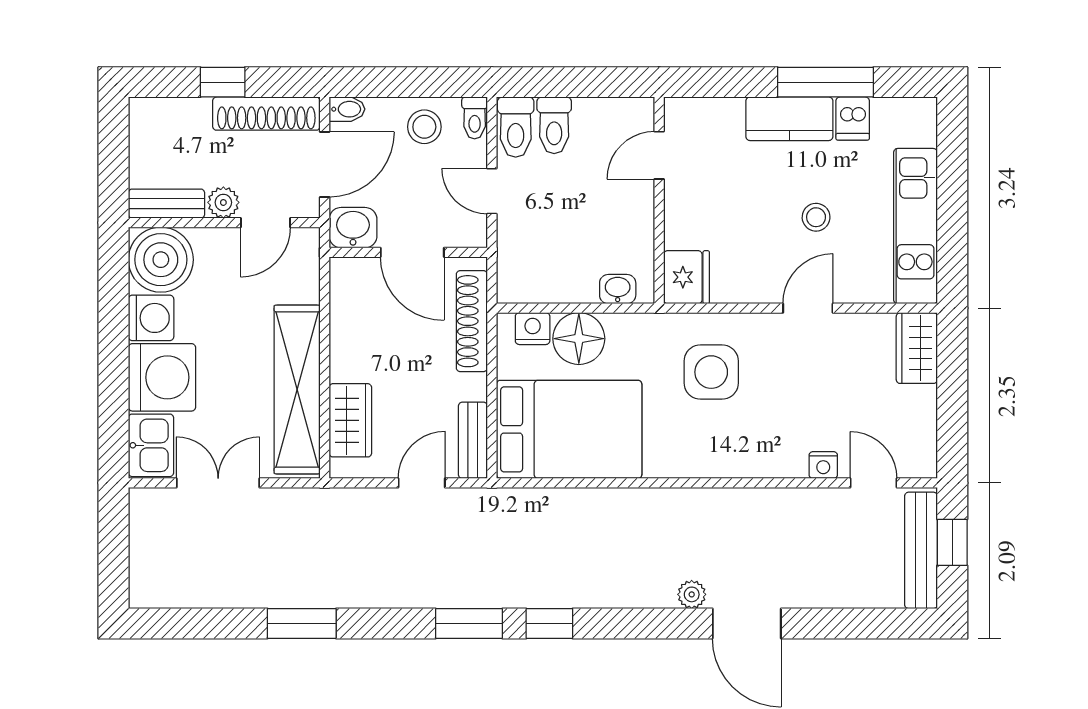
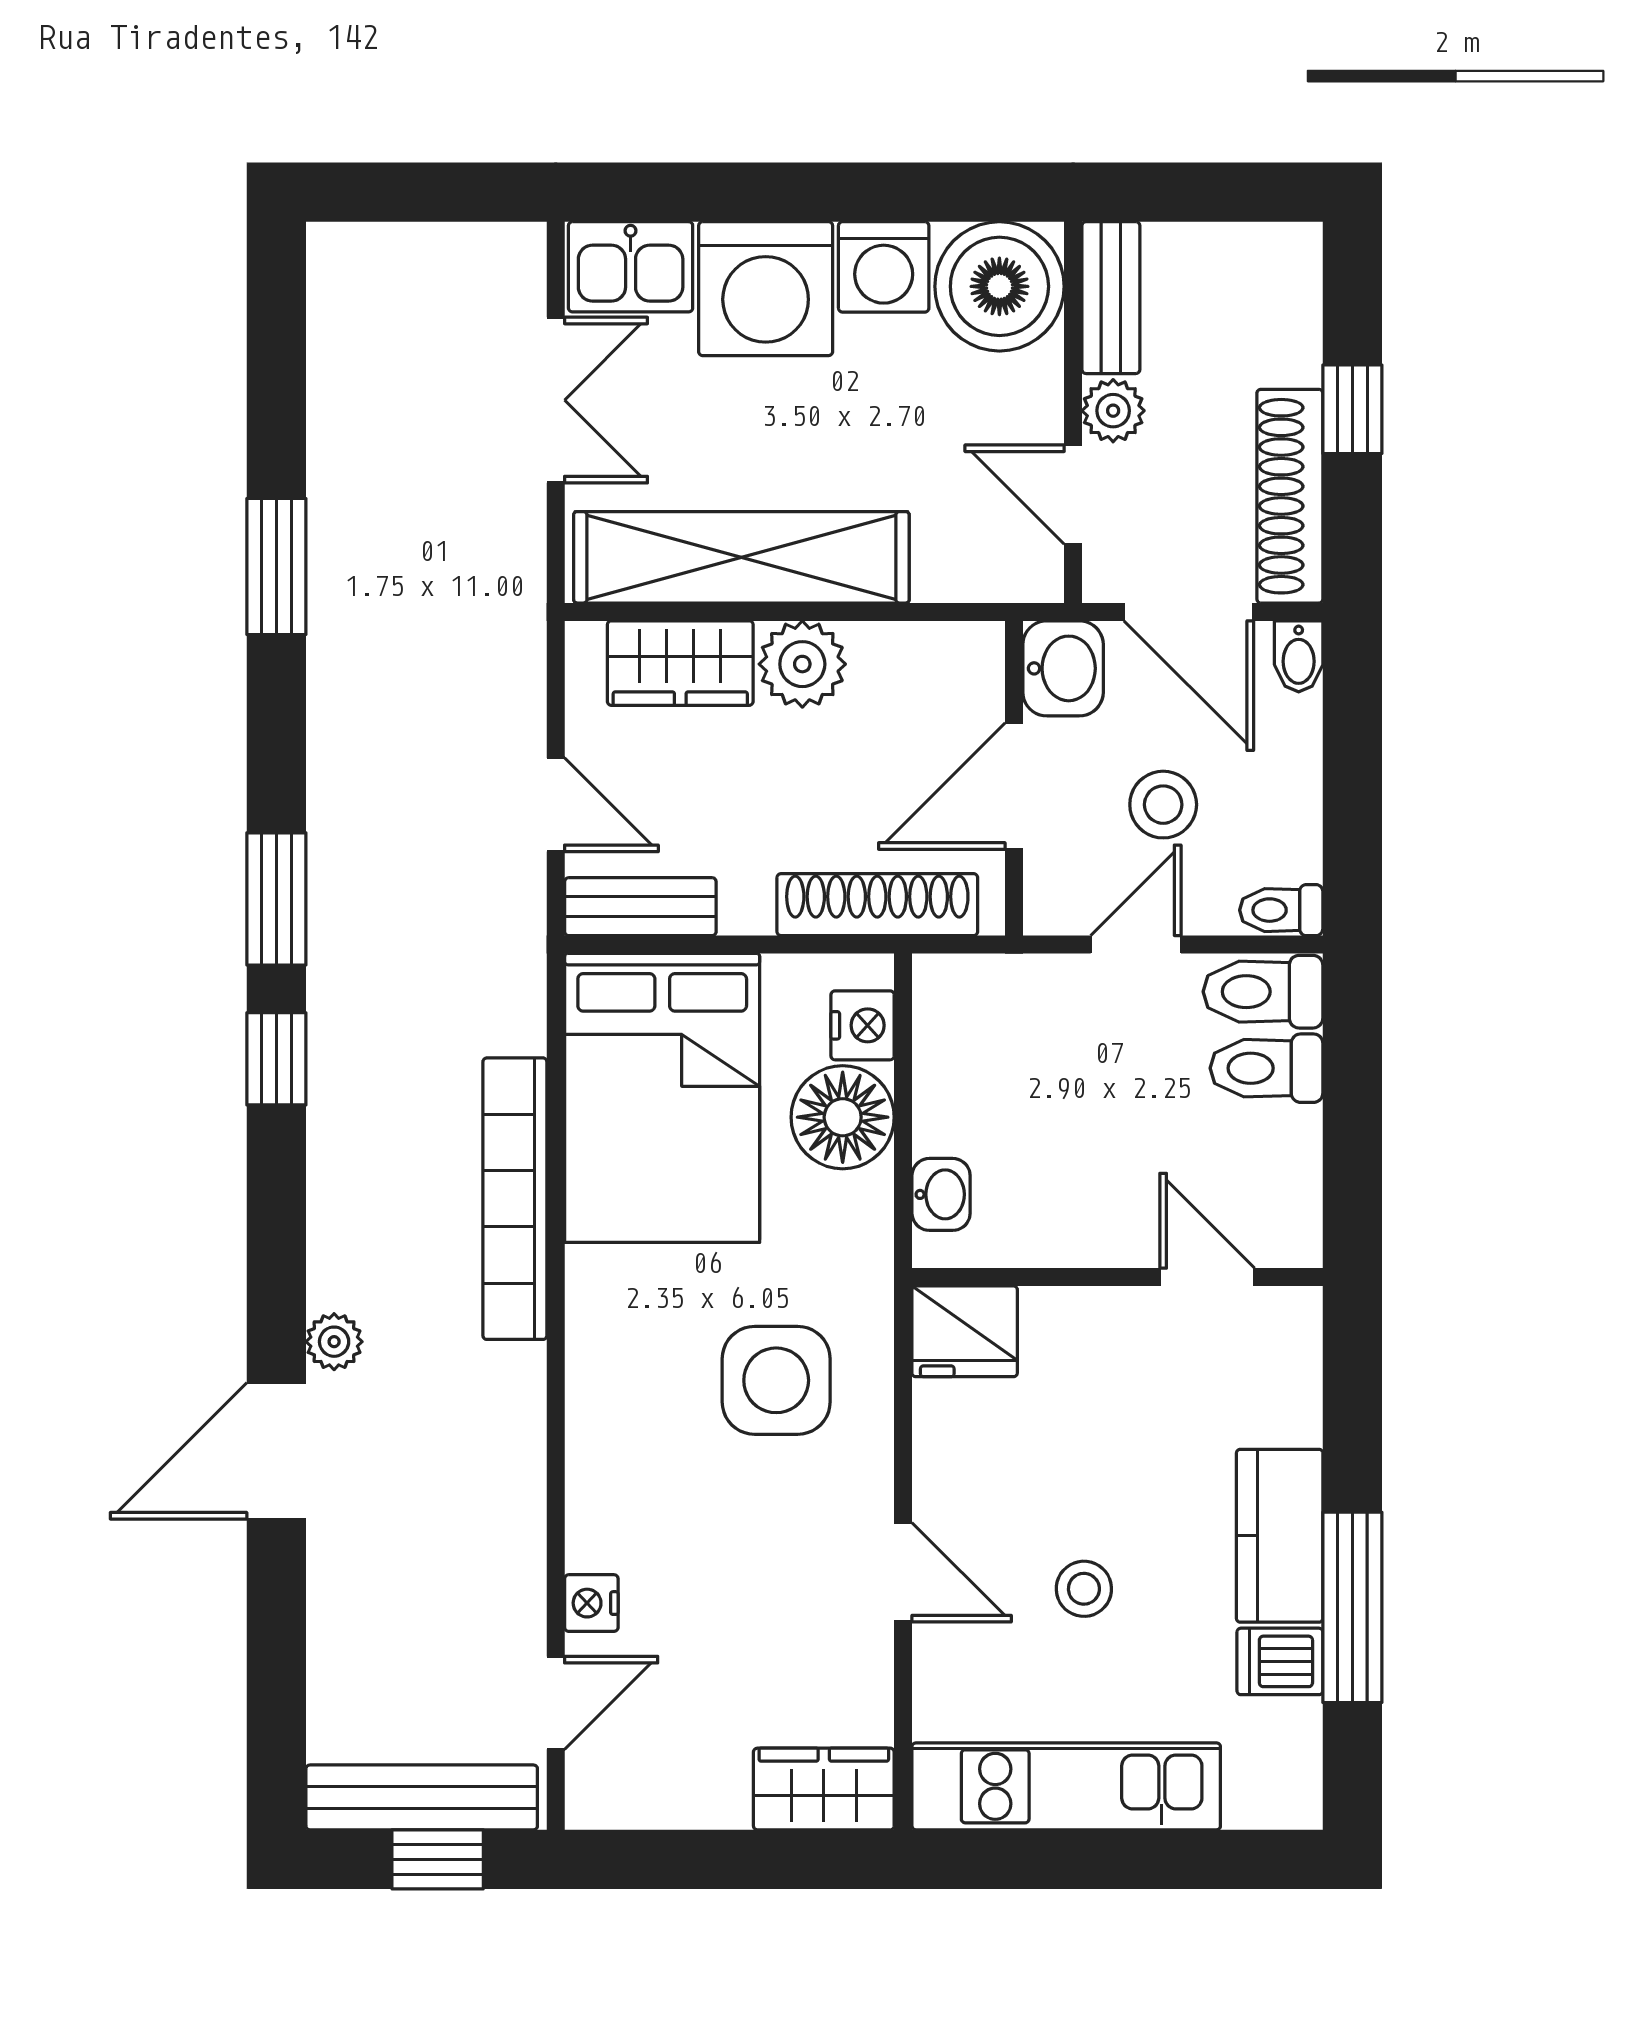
stool: (424, 127) -> (1163, 805), moved
plant: (351, 359) -> (802, 664), added
bookcase: (620, 503) -> (515, 1199), added

